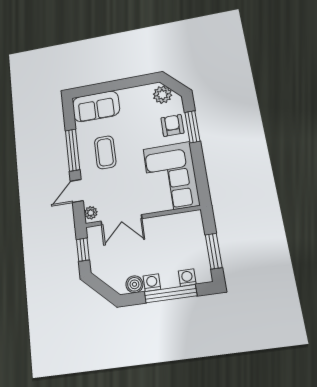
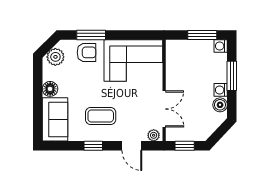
floor lamp: (127, 96) -> (50, 89), added
armchair: (172, 125) -> (86, 52), turned 180
window: (73, 150) -> (93, 146), width x0.46
washing machine: (187, 278) -> (221, 46), moved
window: (171, 294) -> (232, 76), width x0.69

